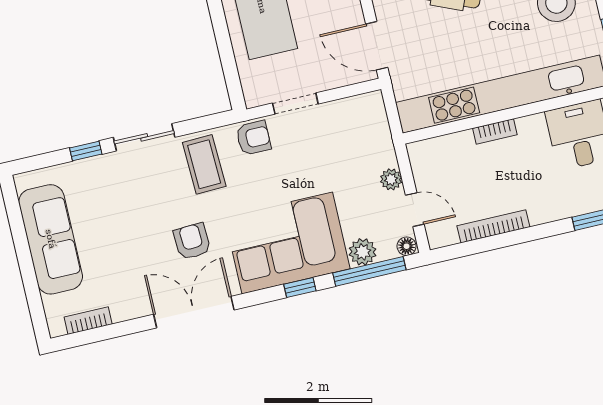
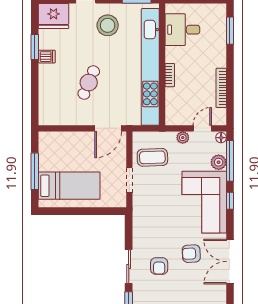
armchair: (253, 138) -> (159, 266), moved, turned 180
coffee table: (204, 164) -> (152, 157), moved

